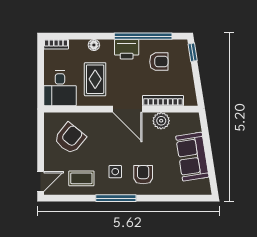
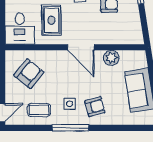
bookcase: (163, 101) -> (113, 40), removed
armchair: (143, 175) -> (95, 107), turned 75

